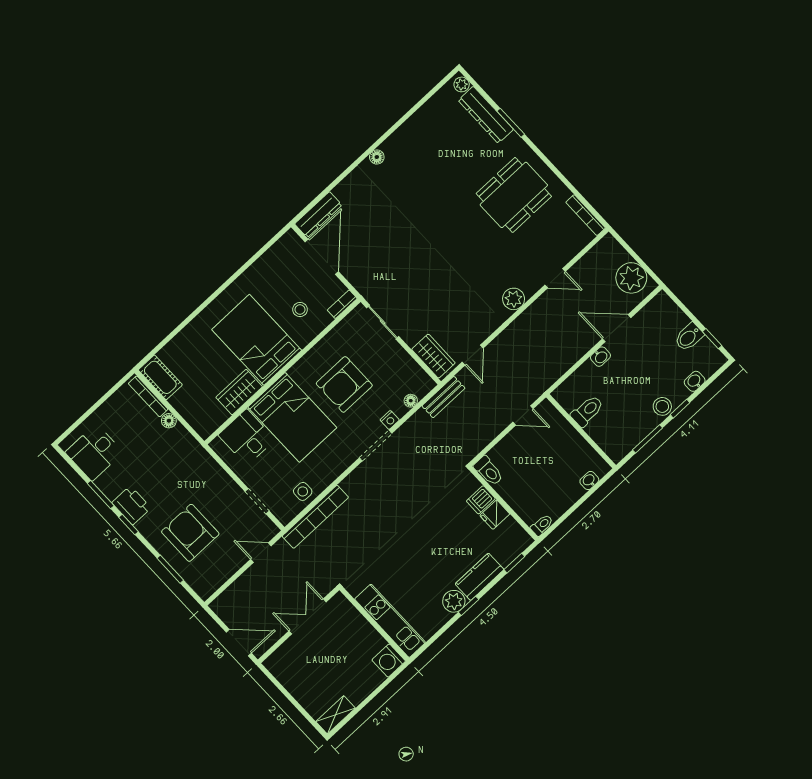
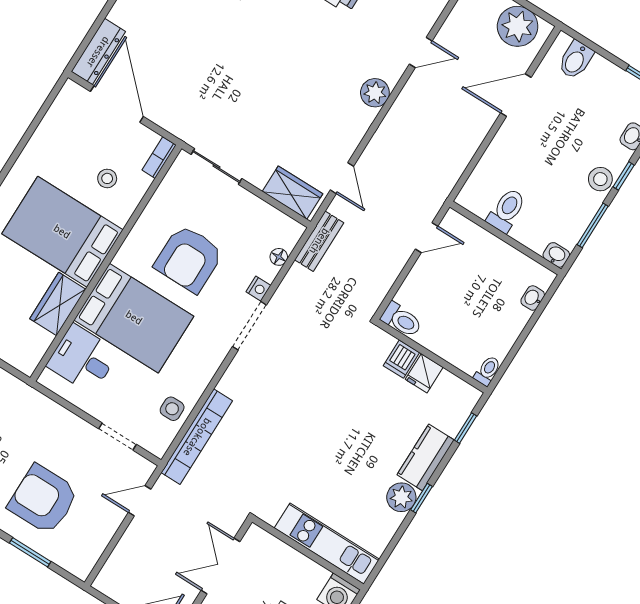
bidet: (689, 337) -> (576, 60), moved
washbasin: (600, 357) -> (556, 255), moved, turned -90

